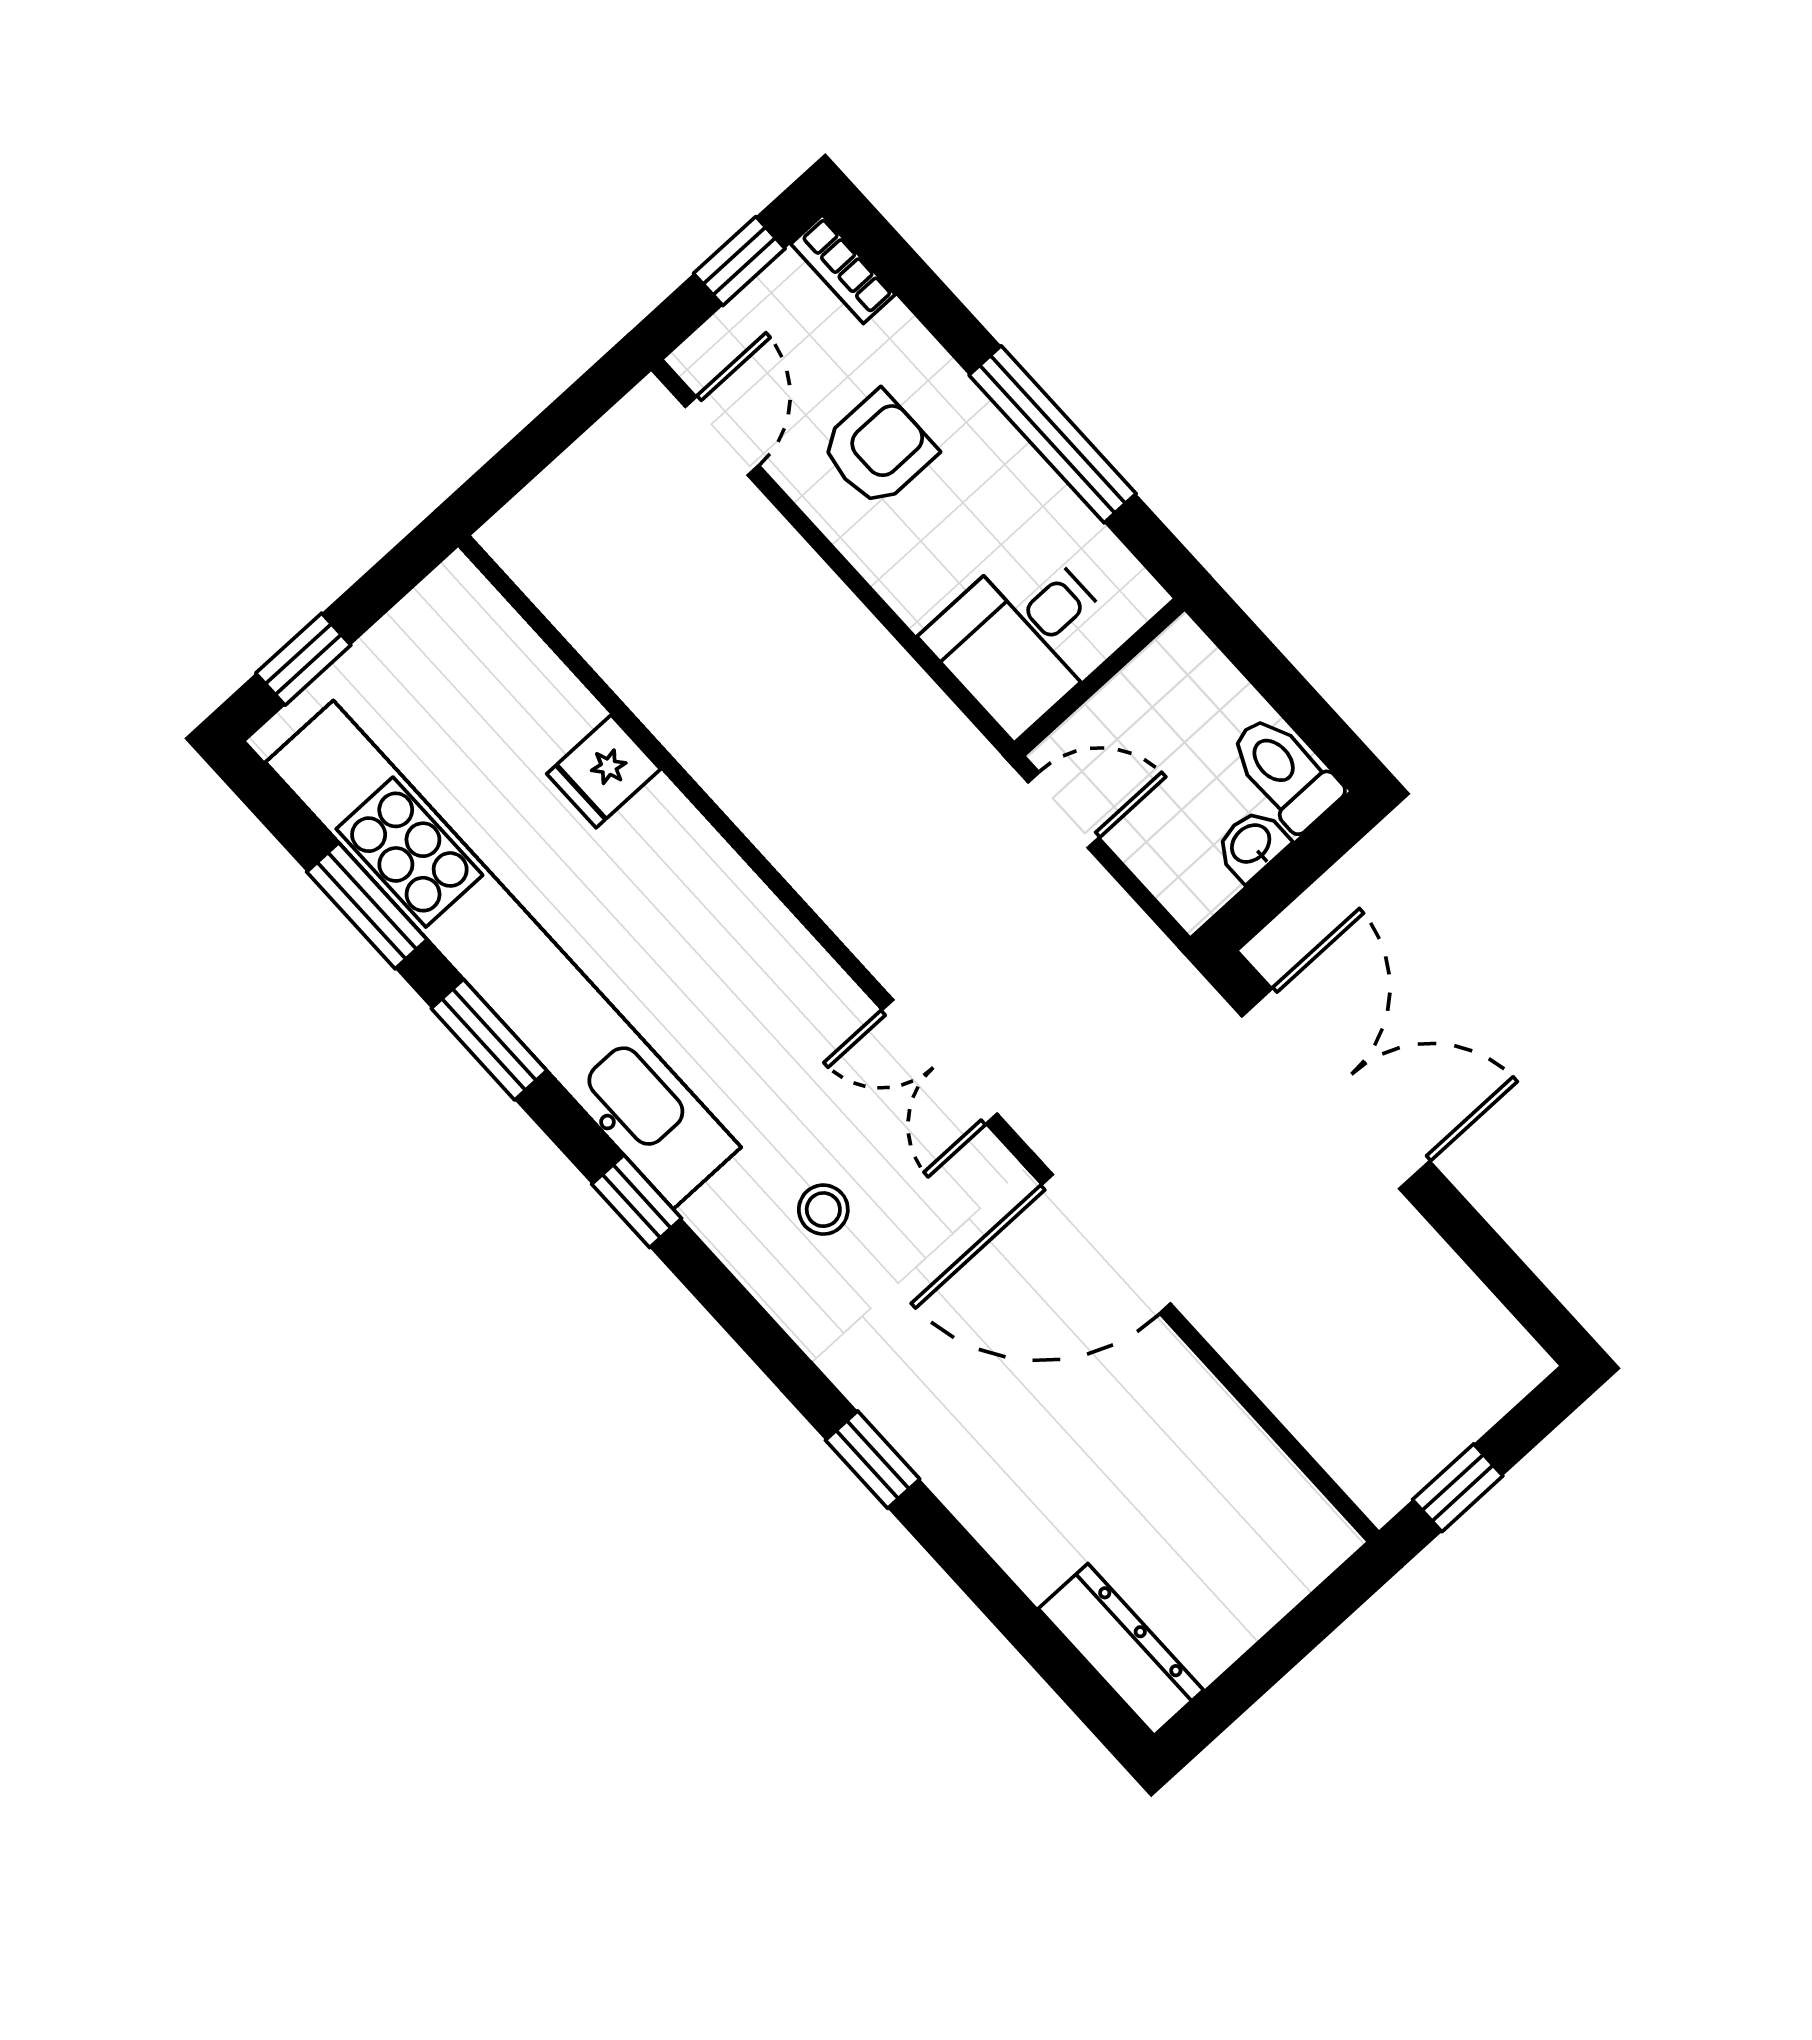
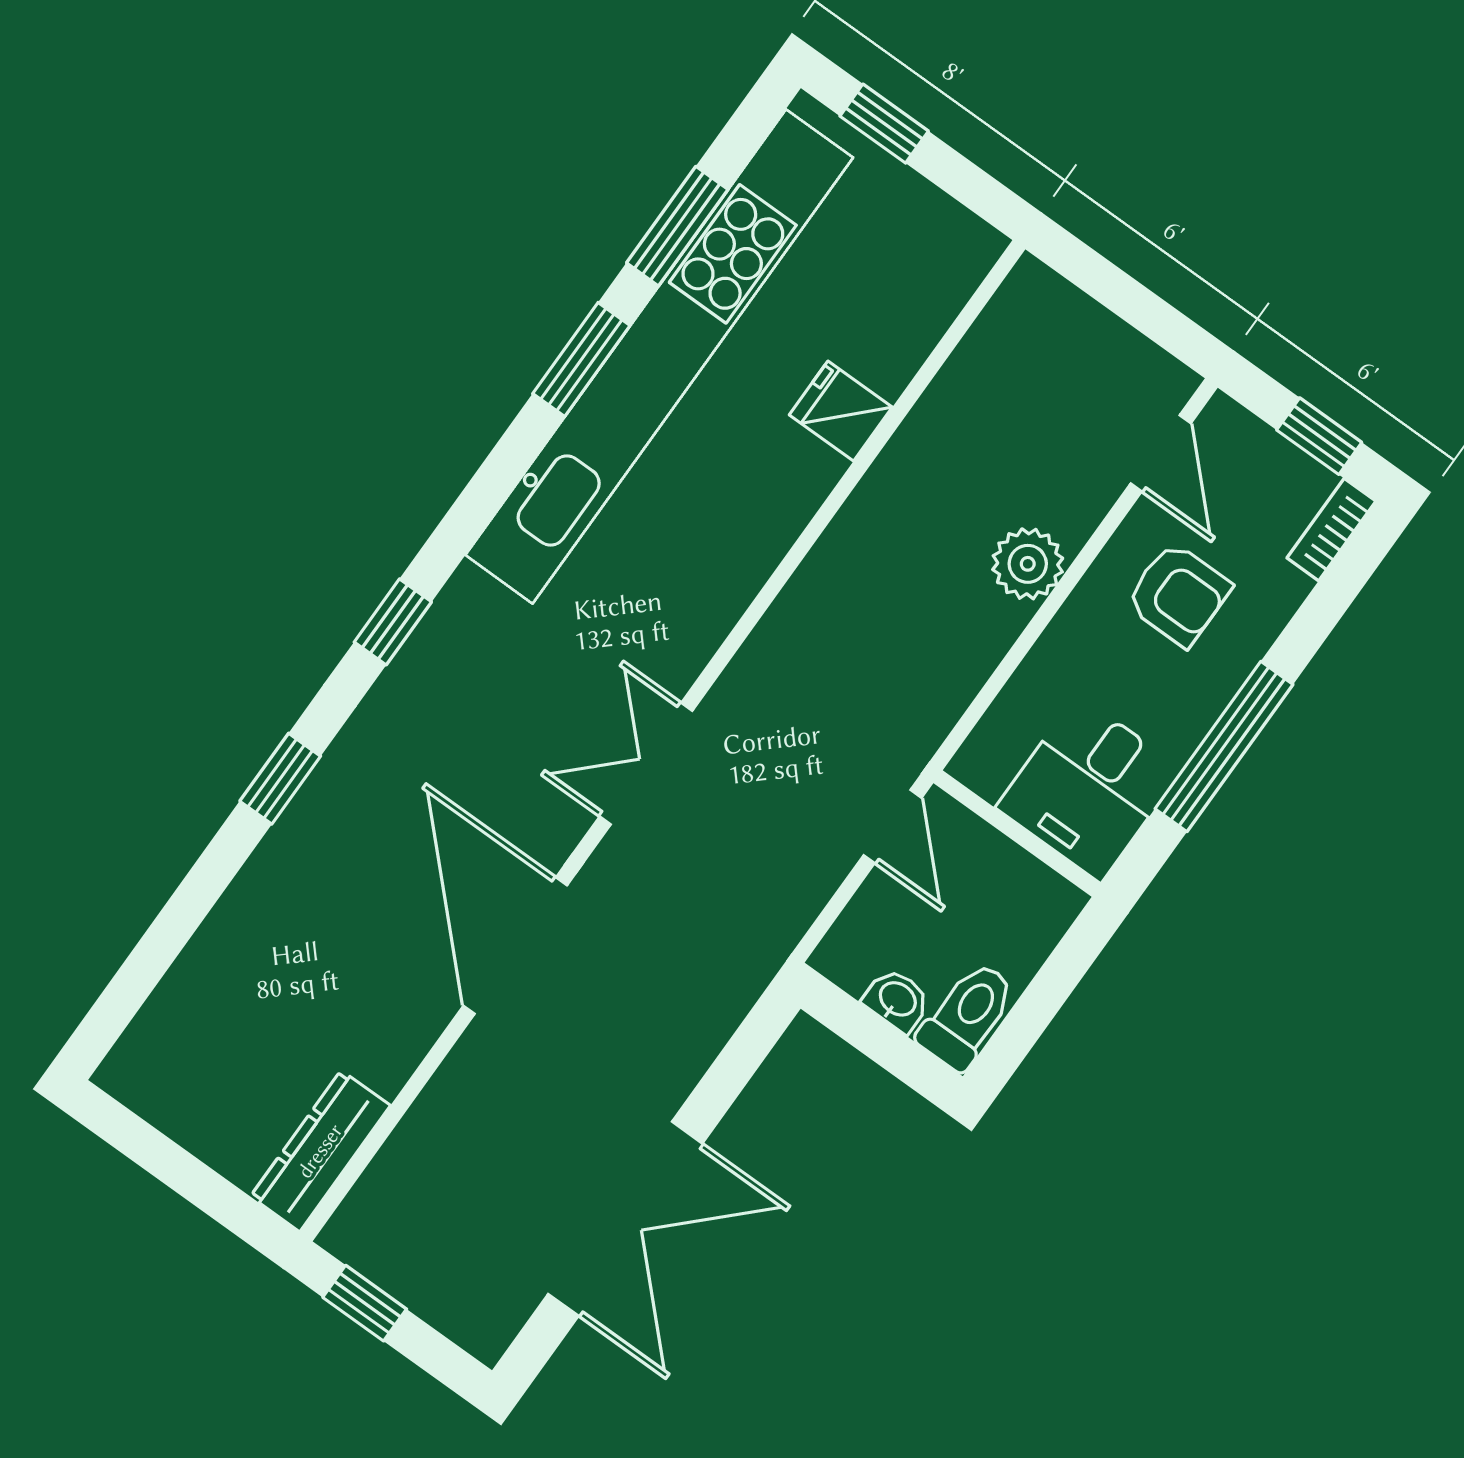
door: (722, 436) -> (1161, 453), hinge flipped
plant: (811, 604) -> (1028, 564), added
desk: (1023, 637) -> (1089, 788), moved, turned -90
double door: (1336, 1089) -> (625, 1219), moved
window: (637, 1201) -> (393, 622), moved
stool: (823, 1210) -> (493, 688), removed
dresser: (1121, 1649) -> (320, 1151), moved, turned 180

